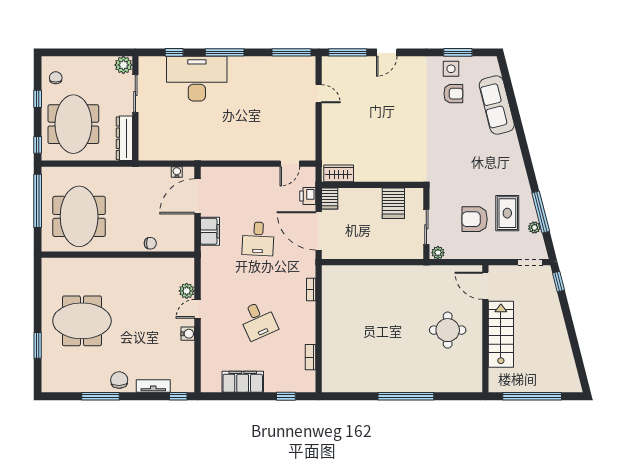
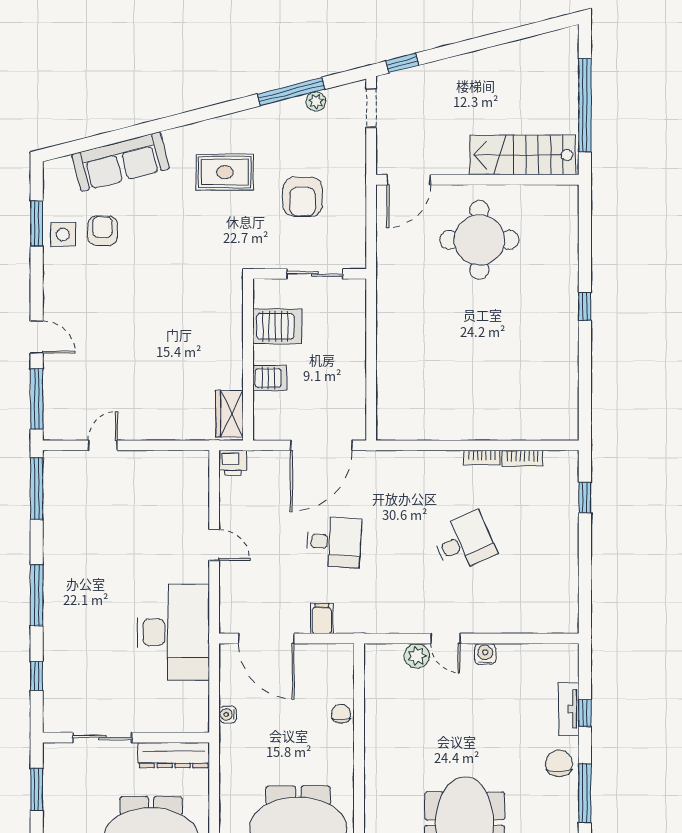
window: (103, 52) -> (37, 789), added
plant: (123, 65) -> (57, 757), removed
desk: (197, 79) -> (173, 632), moved, turned 180
door: (290, 164) -> (214, 545), moved
water cooler: (177, 172) -> (228, 714), moved
printer: (308, 196) -> (233, 463), moved
server rack: (330, 199) -> (270, 378), moved
rug: (507, 213) -> (225, 172), moved
filing cabinet: (210, 231) -> (322, 619), width x0.50
plant: (438, 253) -> (356, 255), removed
bookcase: (311, 290) -> (482, 457), moved
round table: (448, 330) -> (479, 240), width x1.36, depth x1.36
stairs: (501, 334) -> (523, 155), moved
chair: (119, 380) -> (559, 763), turned 92
filing cabinet: (243, 382) -> (562, 567), removed
window: (178, 396) -> (585, 713), moved
window: (406, 396) -> (585, 306), width x0.32

